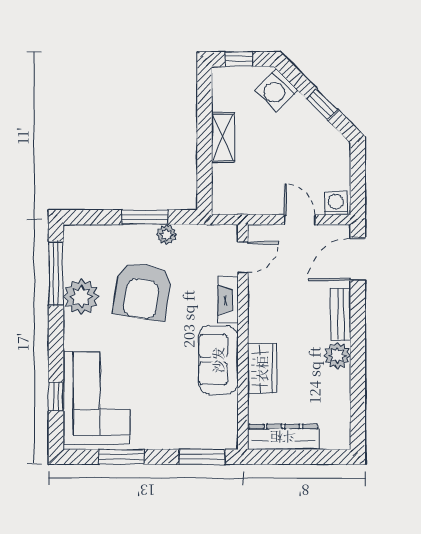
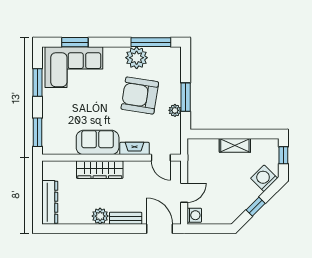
wardrobe: (262, 369) -> (100, 170), width x1.50
window: (56, 396) -> (75, 42), width x1.50
dresser: (283, 437) -> (50, 202), moved

